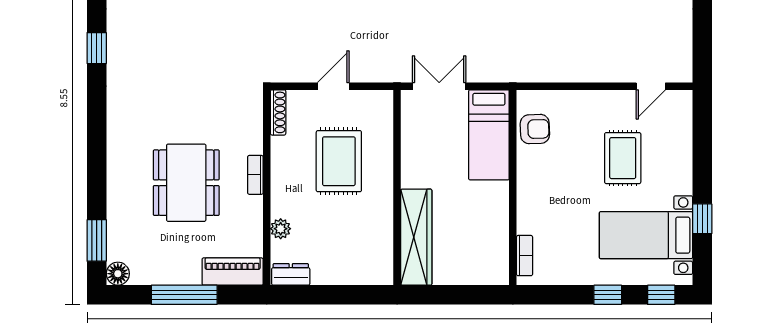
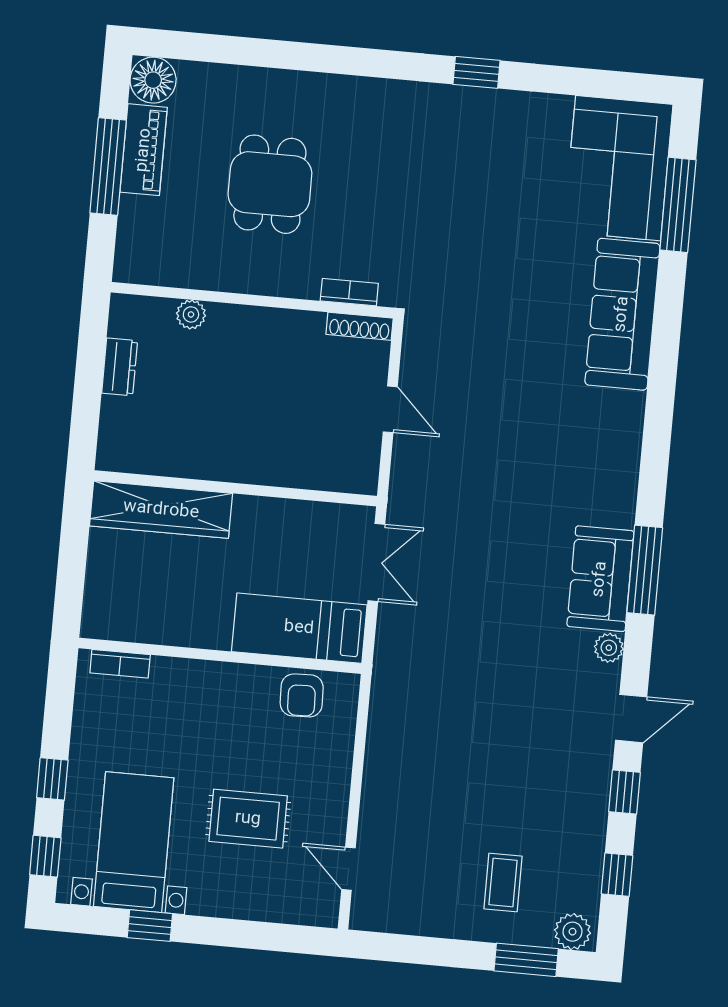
rug: (339, 161) -> (281, 408), removed
bookcase: (255, 175) -> (349, 292), moved
dining table: (186, 183) -> (270, 184), width x0.73
window: (97, 240) -> (198, 47), removed
piano: (233, 272) -> (144, 150), moved
floor lamp: (118, 274) -> (153, 80), width x1.38, depth x1.38
dresser: (291, 274) -> (120, 367), moved

